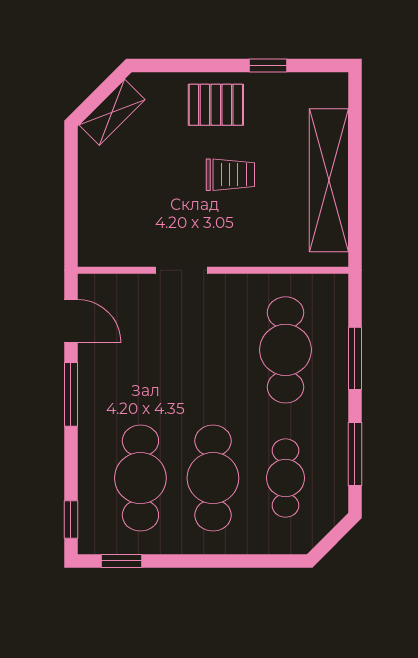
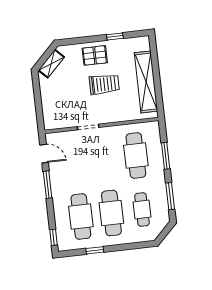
trolley: (230, 175) -> (104, 84), width x1.36, depth x1.39
window: (121, 561) -> (95, 250), moved

